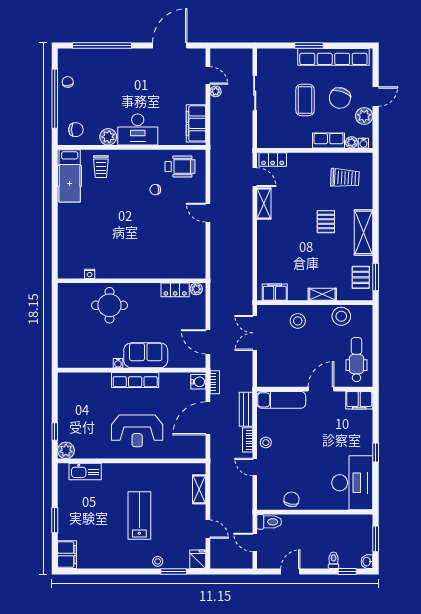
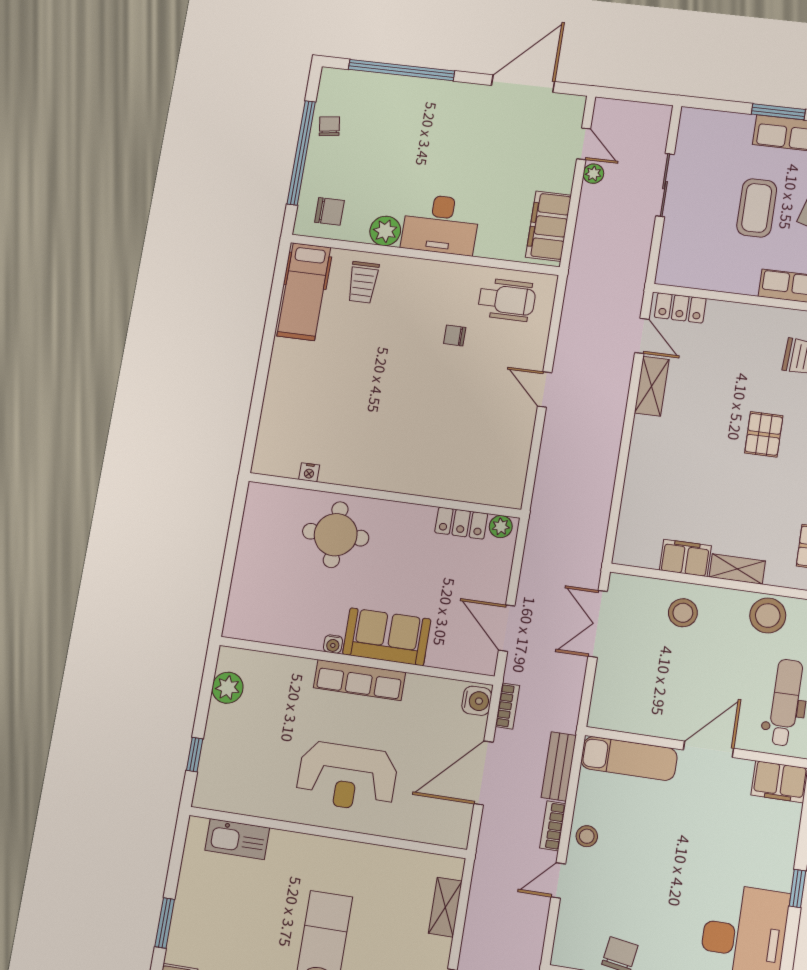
filing cabinet: (275, 292) -> (685, 558), moved
plant: (66, 450) -> (227, 688), moved
door: (255, 467) -> (558, 880), hinge flipped

